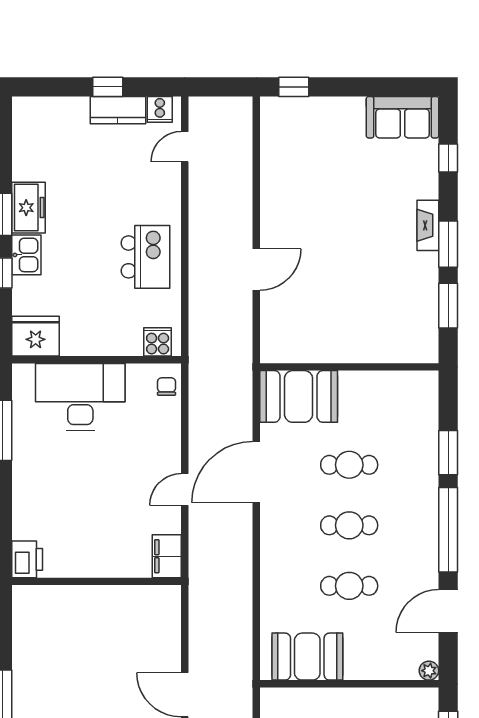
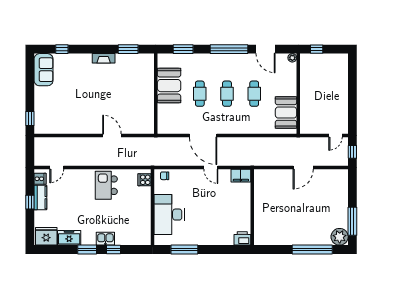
door: (185, 147) -> (57, 168), hinge flipped
freezer: (29, 208) -> (69, 238), moved
fireplace: (428, 225) -> (104, 58), moved
window: (448, 244) -> (101, 49), removed
kitchen island: (145, 257) -> (106, 185), turned -90
fridge: (36, 336) -> (46, 236), moved, turned 90
booth: (299, 396) -> (169, 86), moved
window: (448, 453) -> (183, 49), moved

